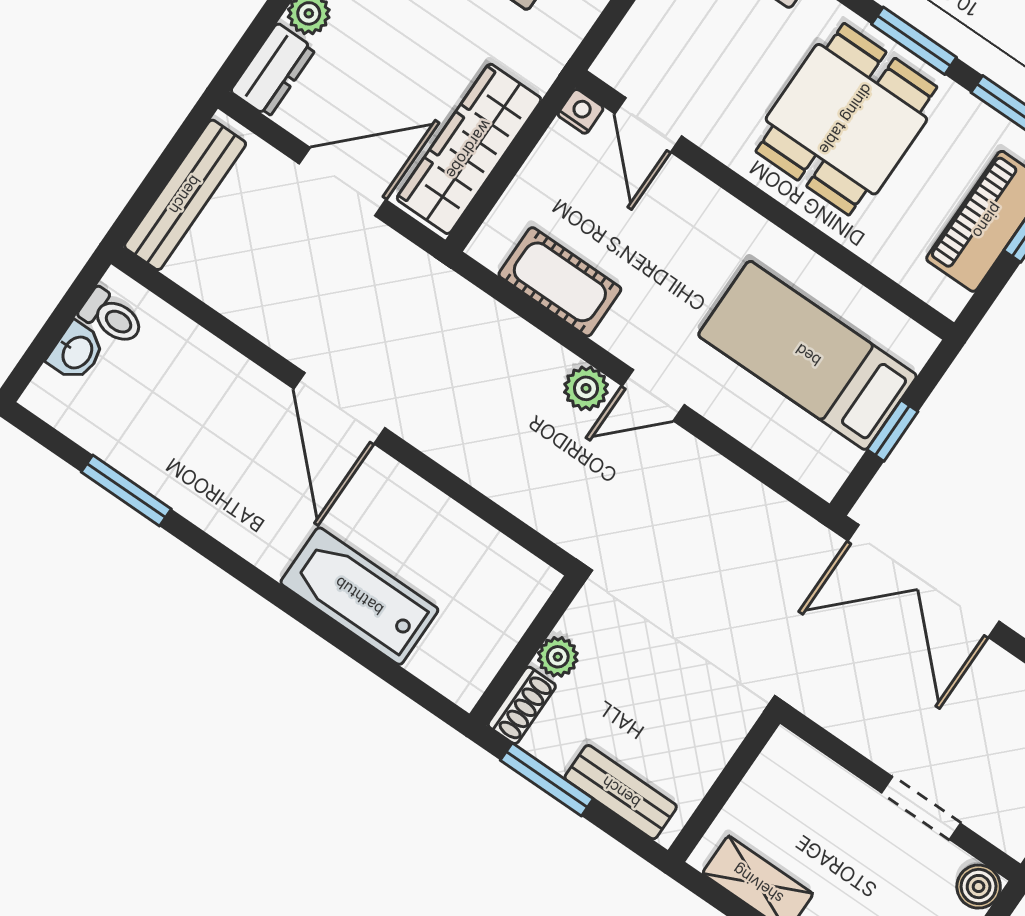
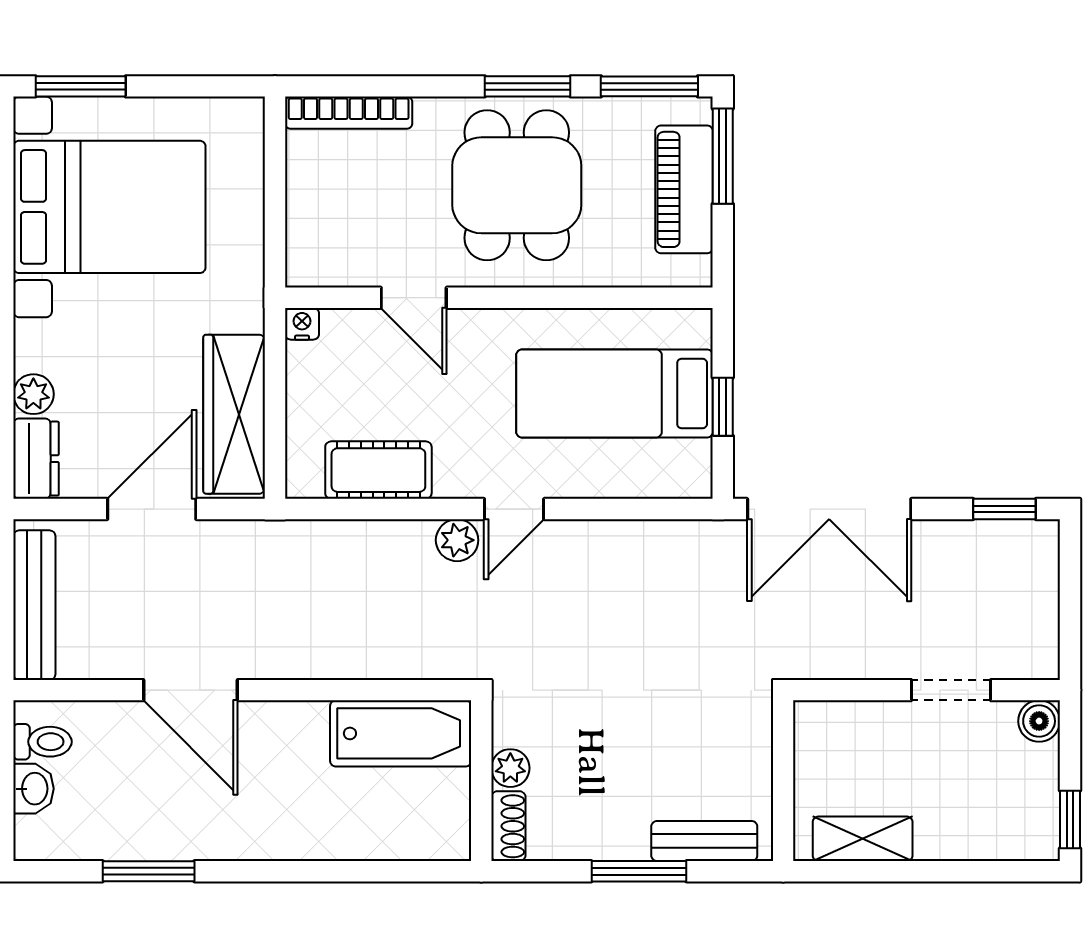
door: (648, 125) -> (414, 298), moved
door: (339, 408) -> (191, 690), moved
bathtub: (359, 596) -> (401, 733), moved, turned 180
wall: (525, 650) -> (481, 781), moved
plant: (558, 657) -> (510, 768), moved
shoe rack: (522, 705) -> (508, 826), moved

